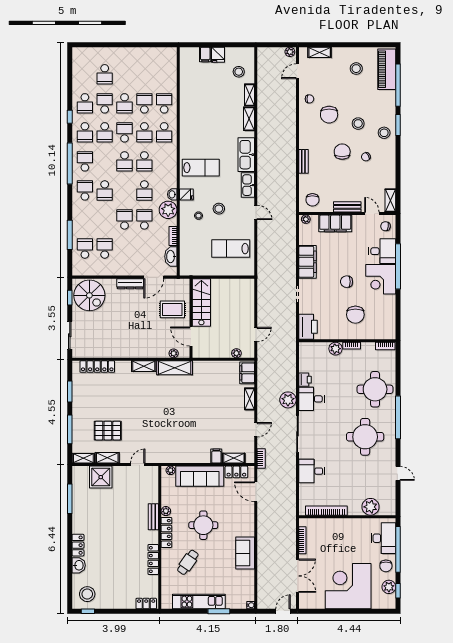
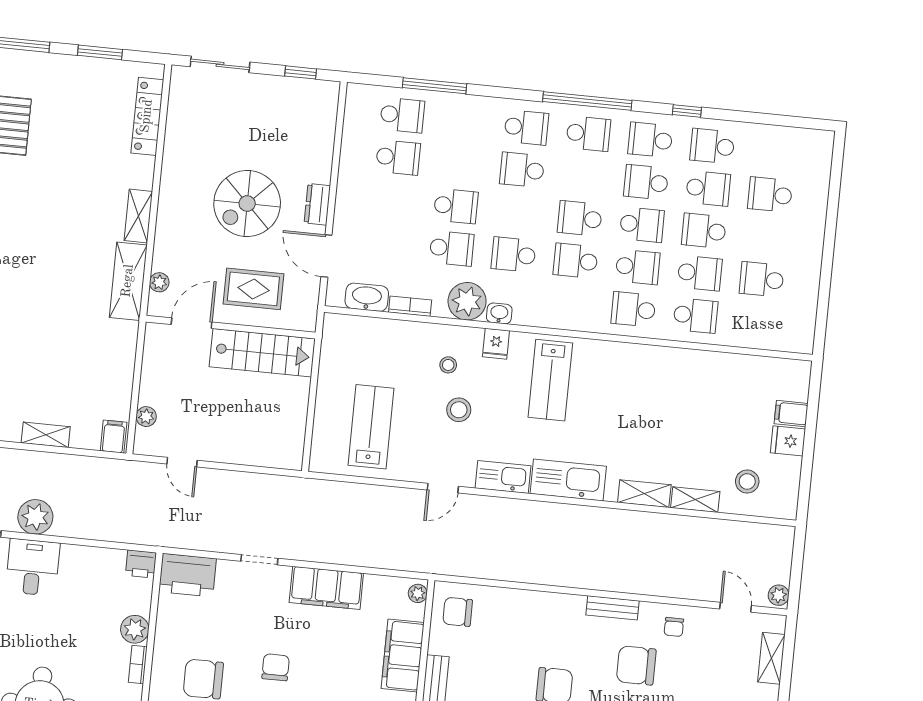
school desk: (144, 74) -> (762, 279), added
school desk: (144, 132) -> (638, 267), turned 180
bench: (303, 161) -> (612, 608), moved
dresser: (130, 284) -> (317, 204), width x0.70
spiral stairs: (89, 295) -> (247, 204), moved
rug: (172, 309) -> (253, 289), turned 90
filing cabinet: (247, 373) -> (114, 437), width x0.50
printer: (305, 380) -> (141, 564), moved

